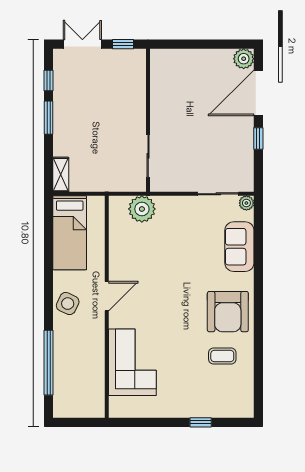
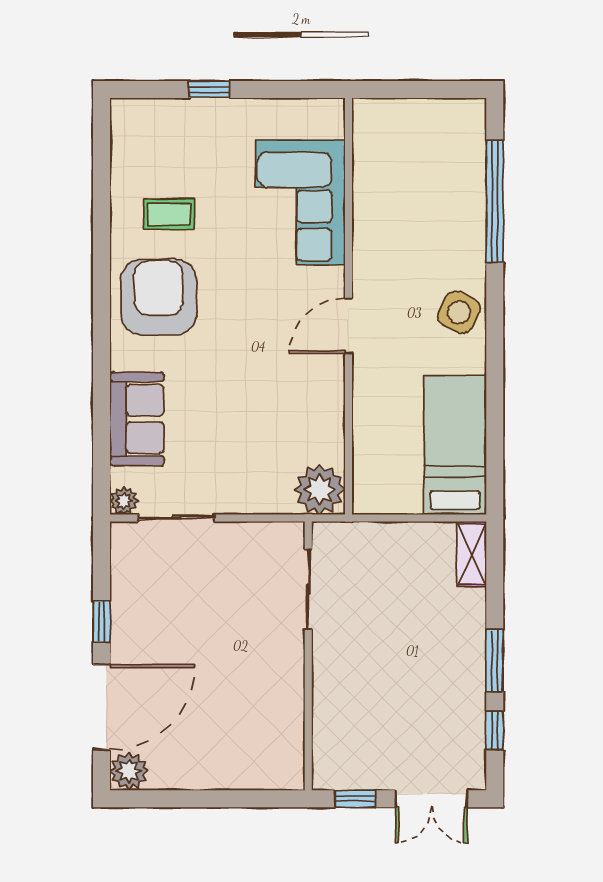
door: (107, 296) -> (348, 326), moved
wall: (107, 307) -> (348, 306), moved
corner sofa: (132, 362) -> (300, 202), moved

